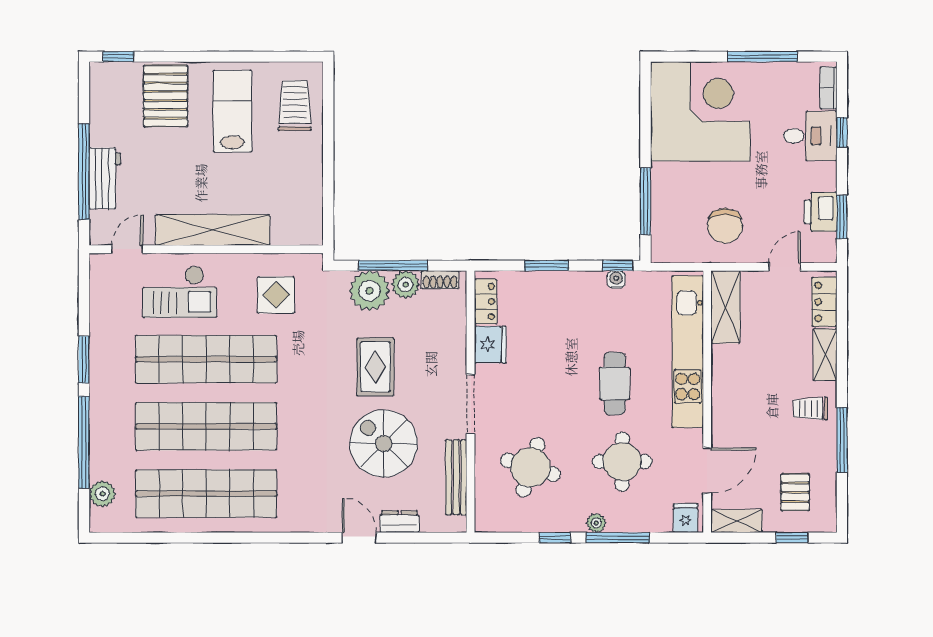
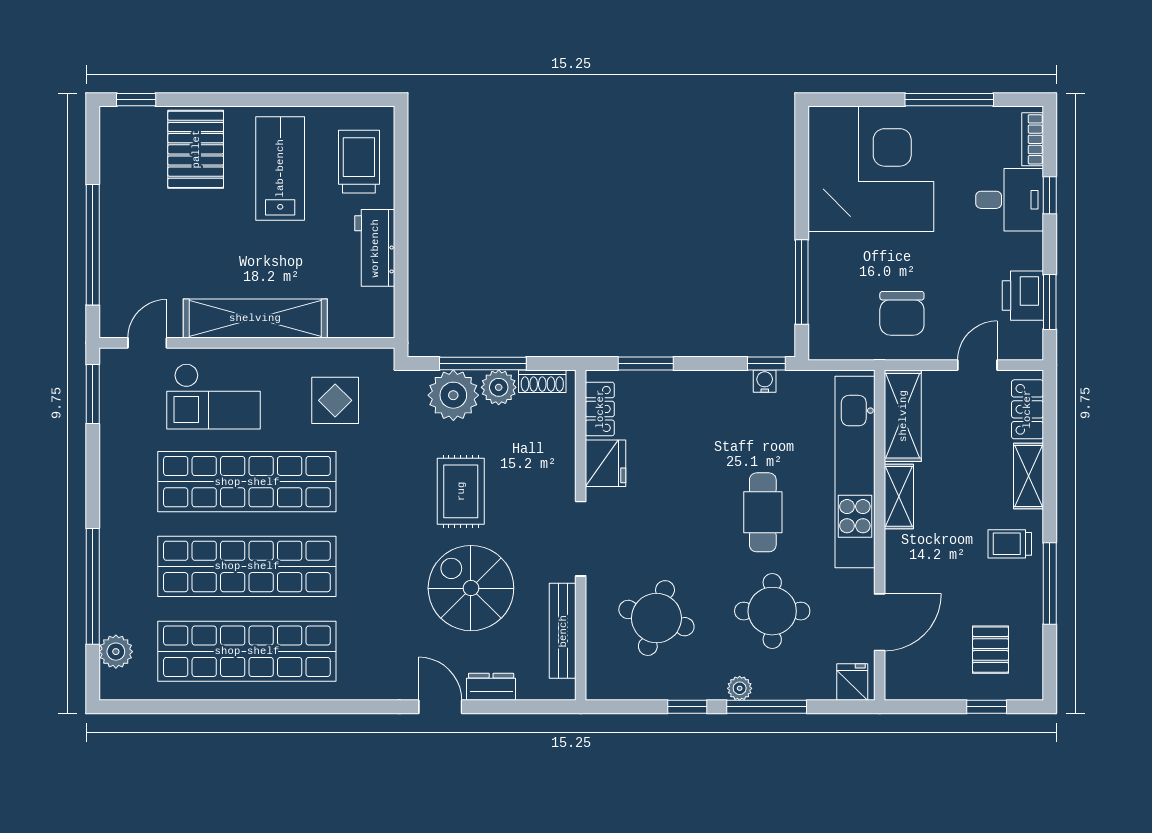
workbench: (105, 178) -> (375, 248), moved, turned 180
window: (547, 266) -> (646, 363), moved
window: (84, 360) -> (93, 394), moved
shelving: (737, 521) -> (899, 496), moved, turned 90

